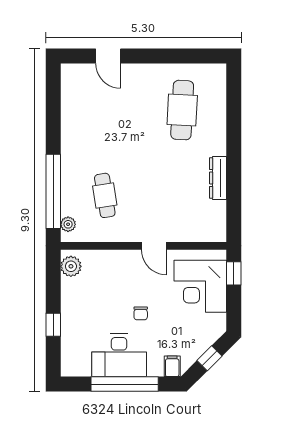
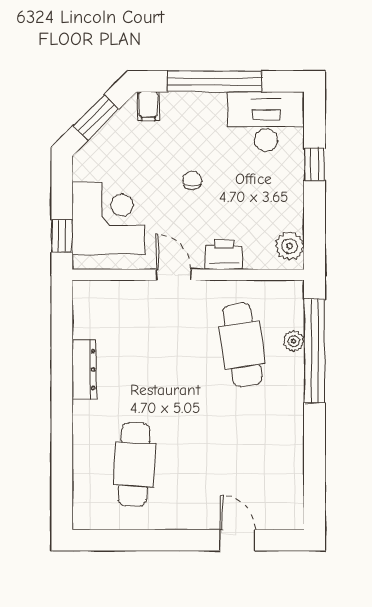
cafe table: (105, 195) -> (242, 345), width x1.37, depth x1.35
plant: (68, 224) -> (294, 341), moved
printer: (118, 260) -> (224, 254), added
desk: (119, 355) -> (266, 122), moved
window: (209, 358) -> (96, 117), width x1.50

